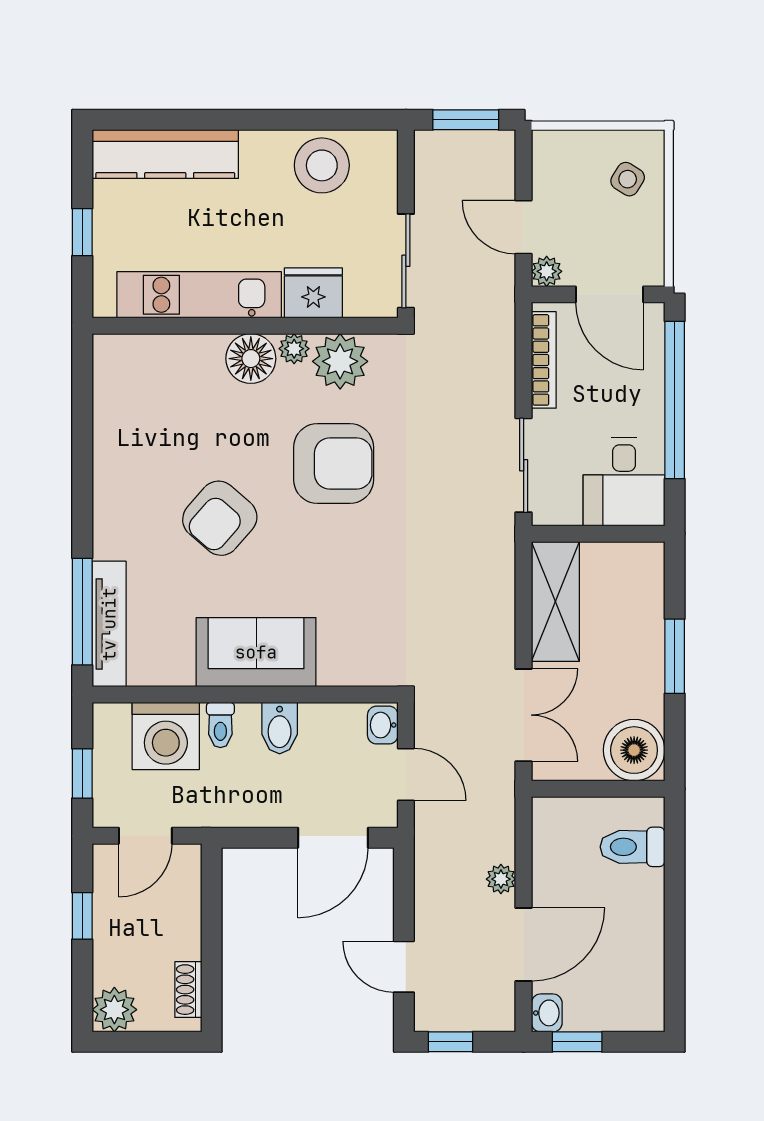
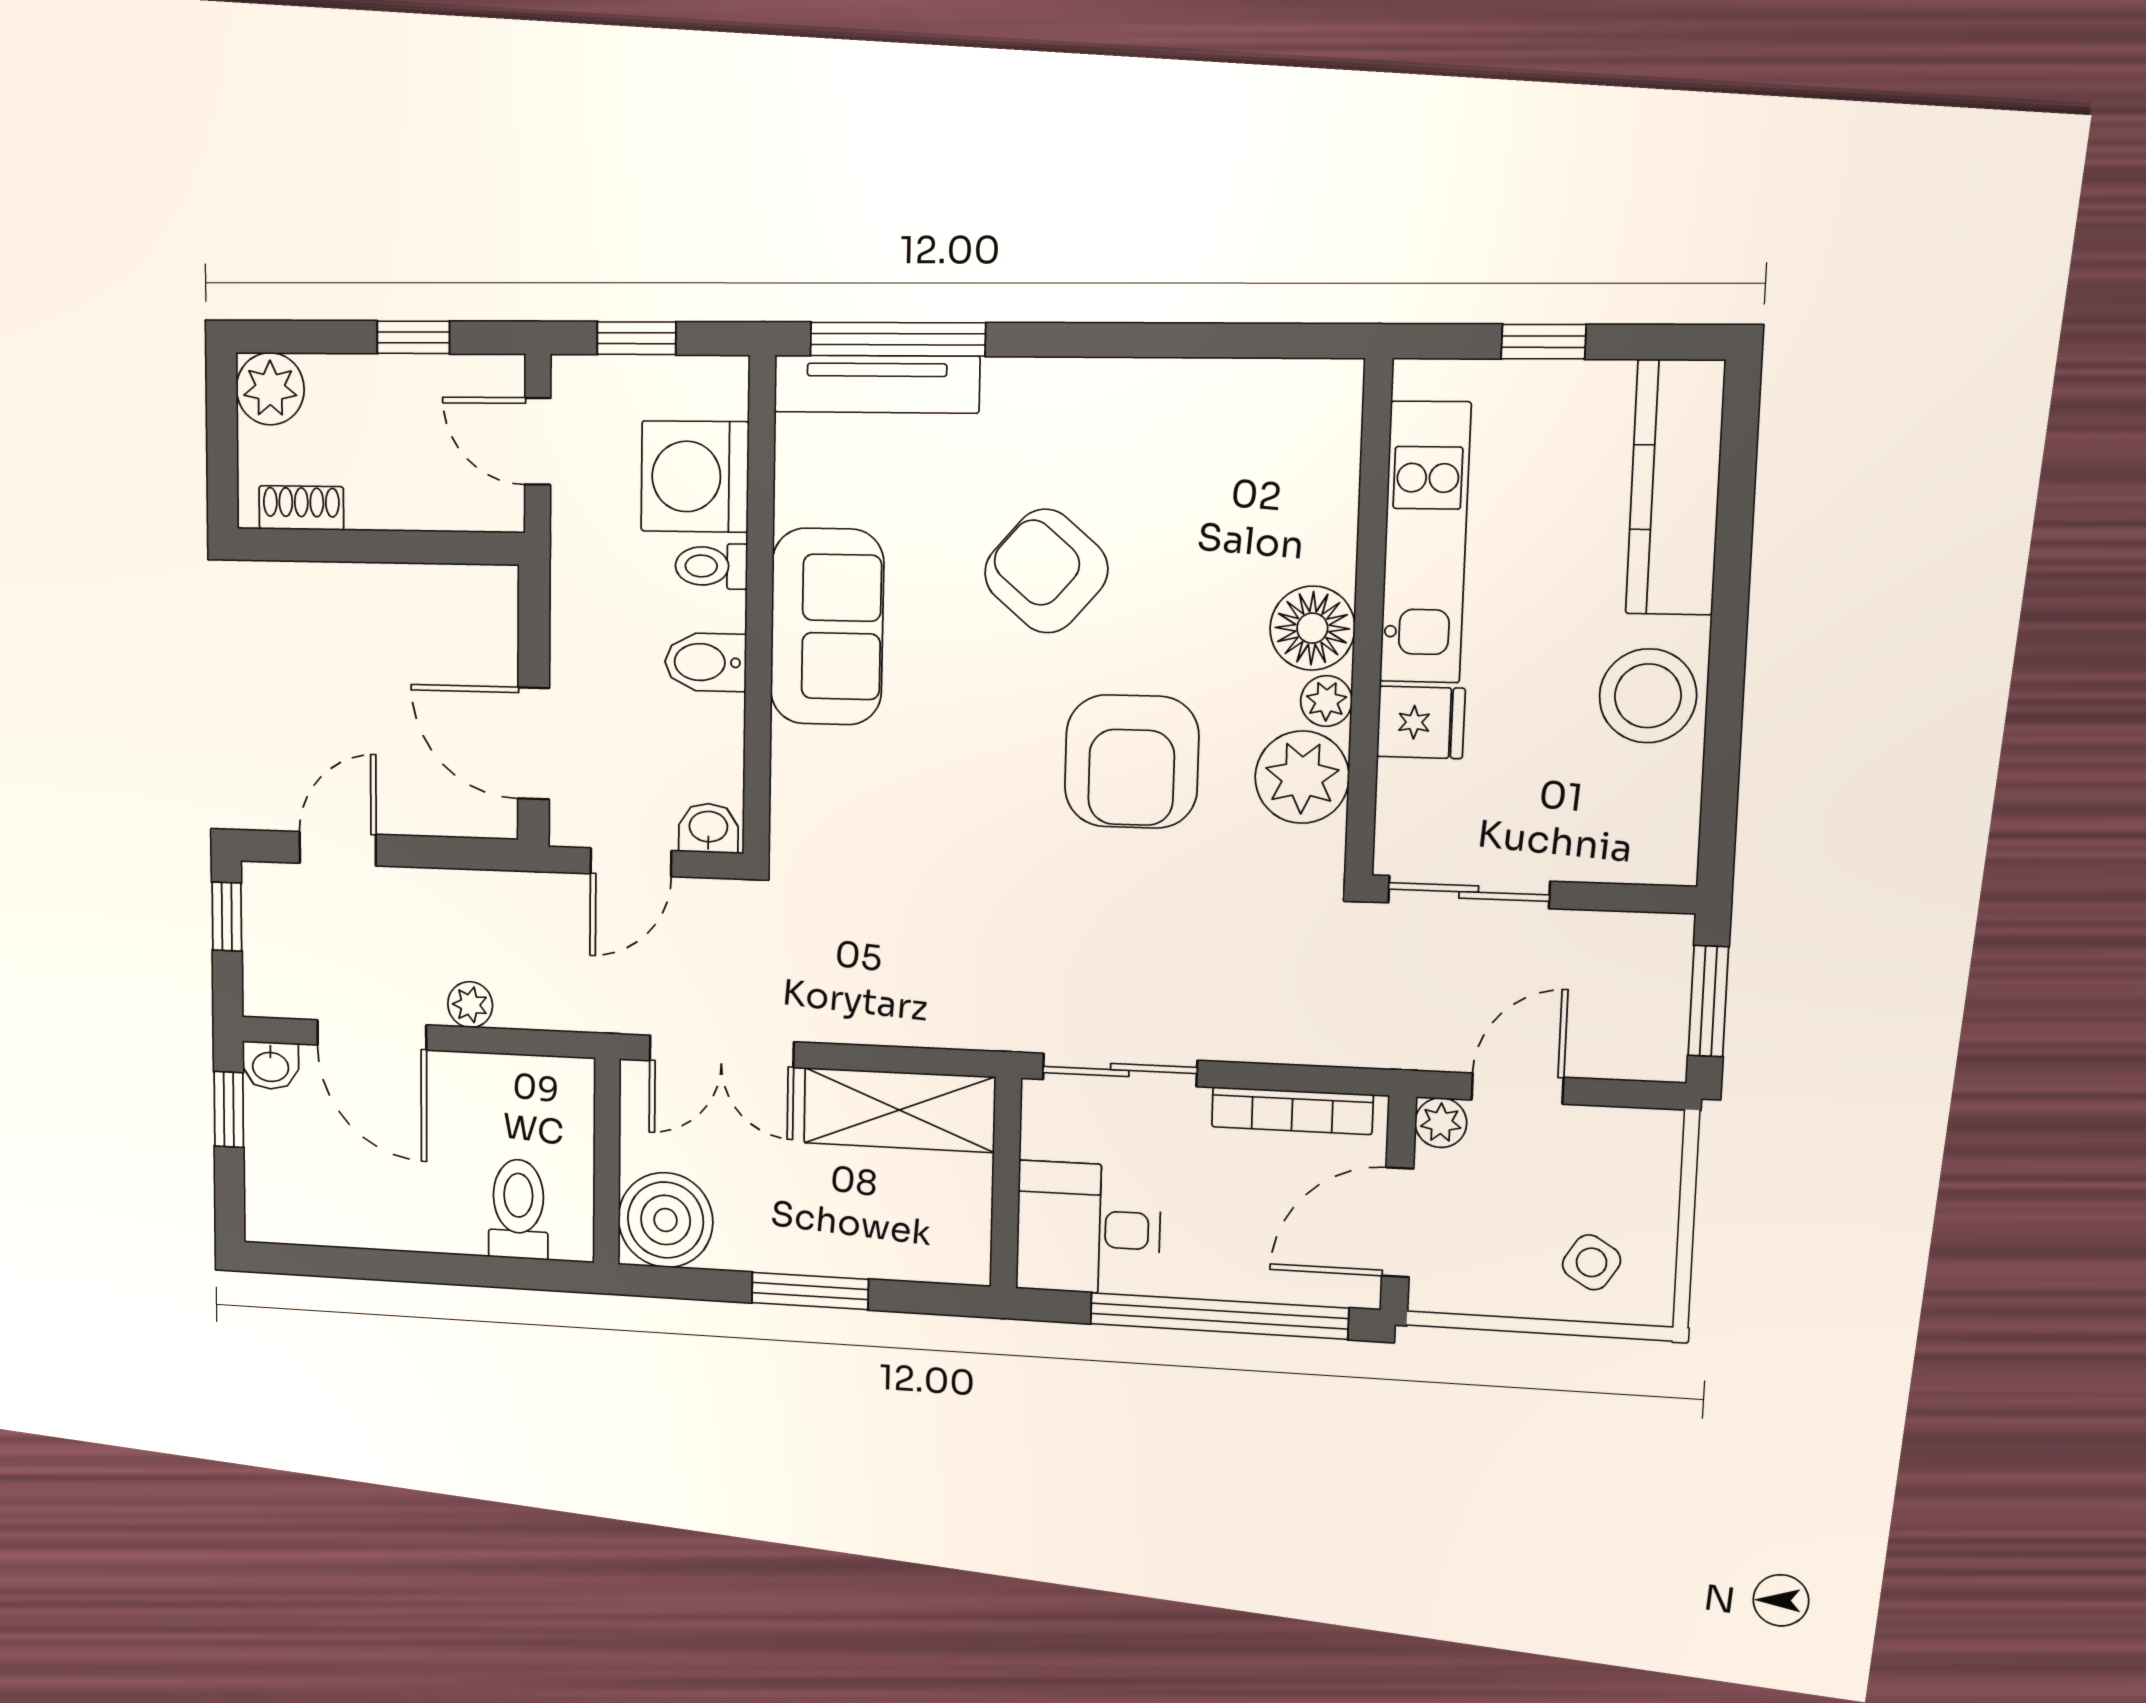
stool: (322, 165) -> (1648, 696), moved
fridge: (313, 293) -> (1421, 722), width x0.72

